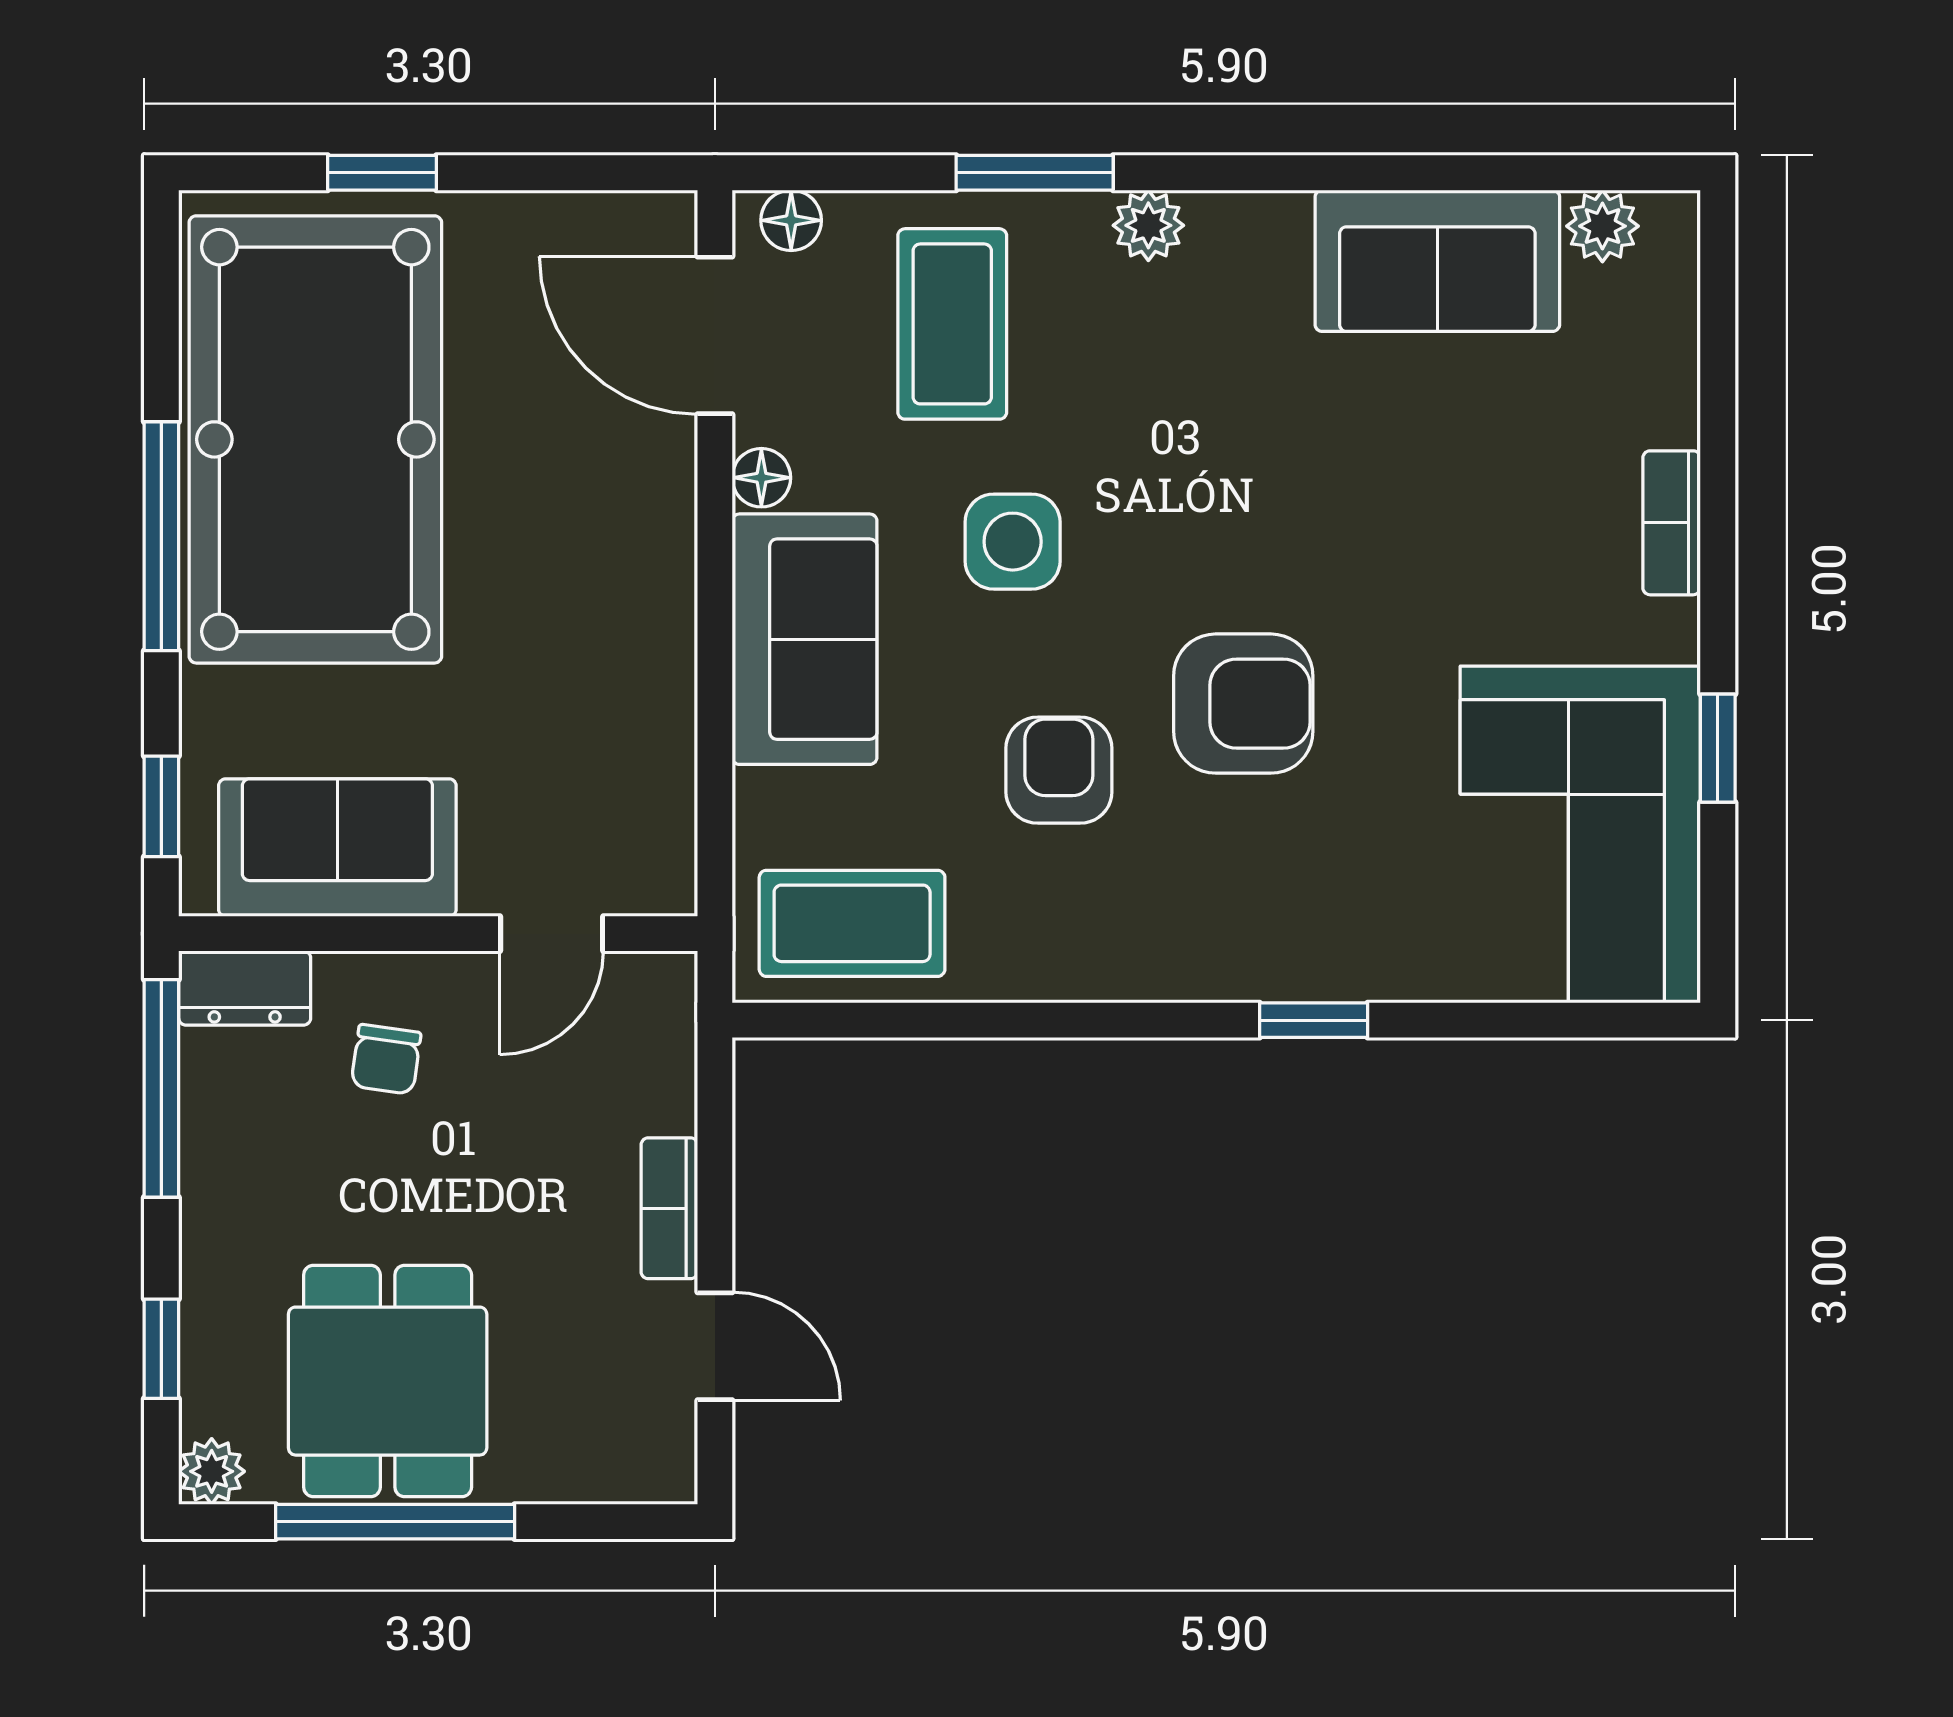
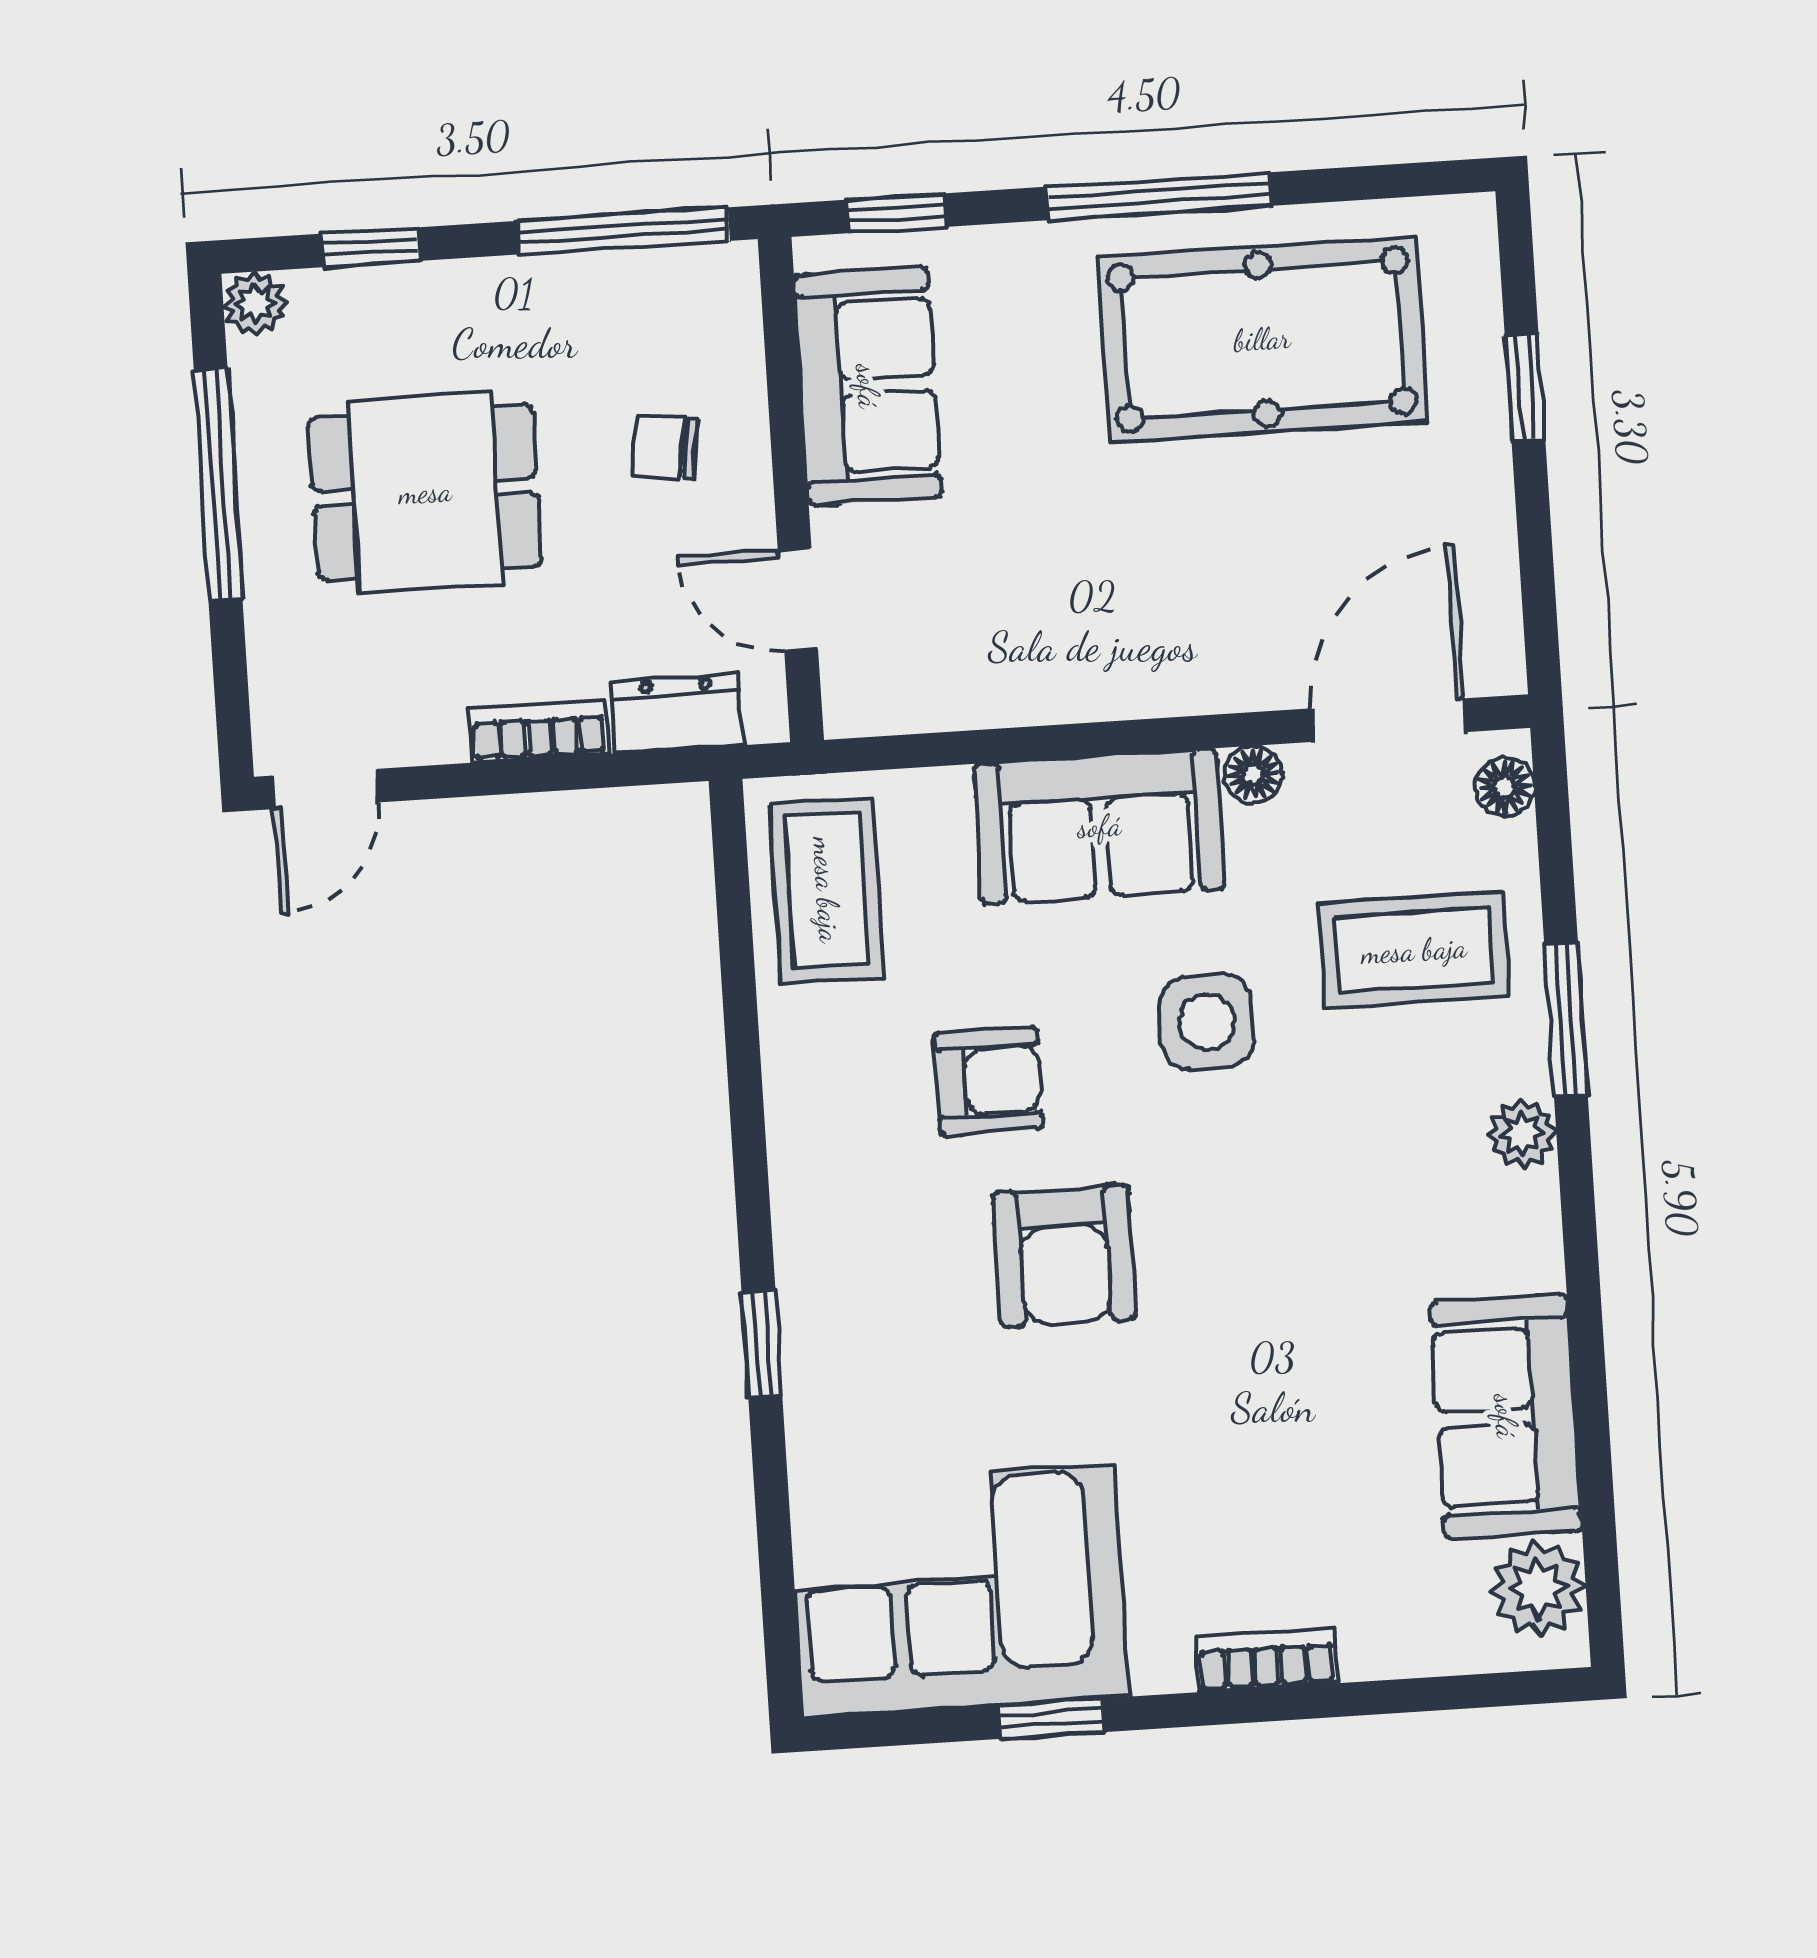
plant: (1602, 226) -> (1538, 1588), width x1.38, depth x1.38
pool table: (315, 439) -> (1262, 339), width x0.73, depth x0.76
dresser: (245, 988) -> (677, 713), moved, turned 90
door: (715, 1346) -> (326, 789), moved
dining table: (388, 1381) -> (425, 492), moved

